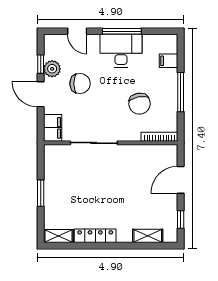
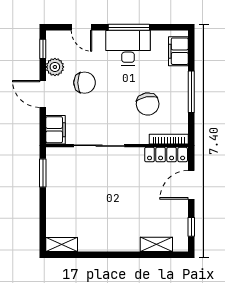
filing cabinet: (168, 61) -> (178, 51), width x2.00
window: (41, 64) -> (43, 49), moved
window: (41, 193) -> (43, 173), moved
locker: (95, 236) -> (166, 155), moved, turned 180

